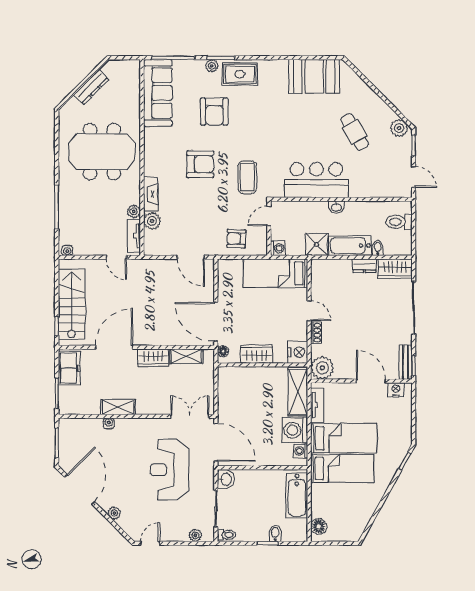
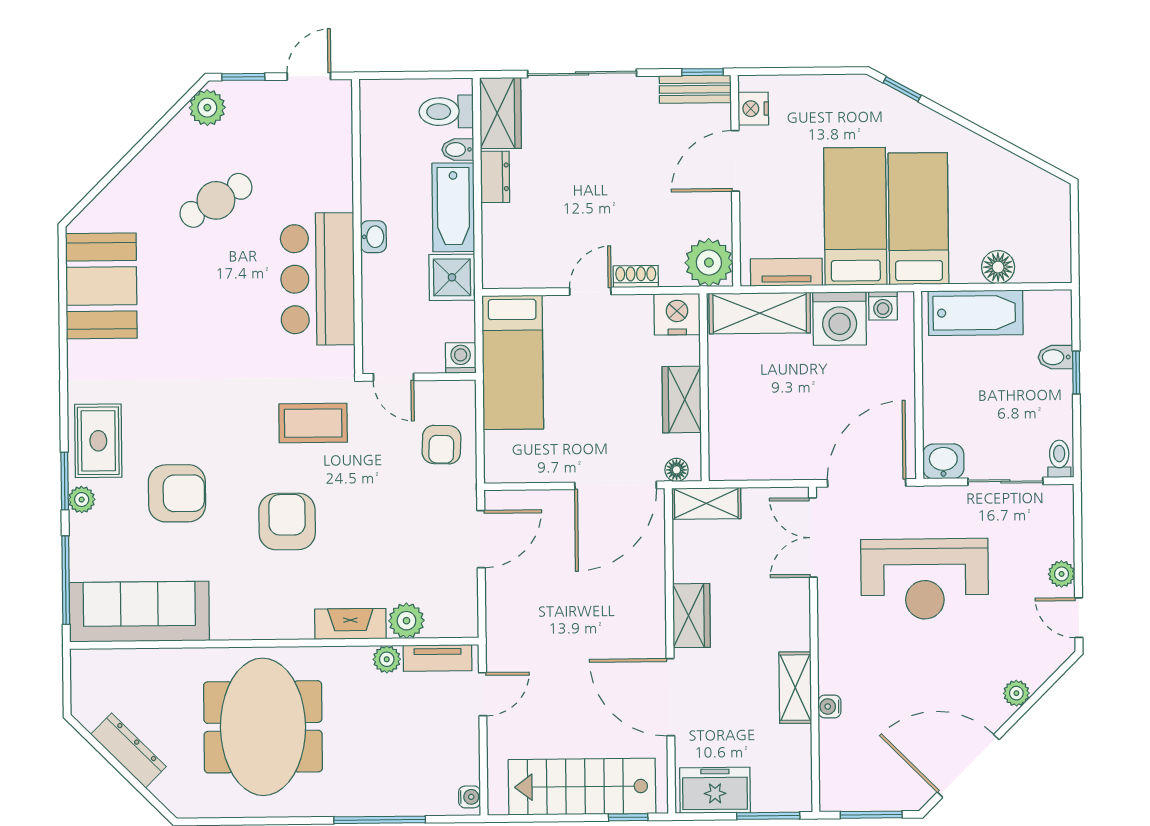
toilet: (399, 222) -> (446, 112), moved, turned 90
shelving: (186, 356) -> (706, 503), moved, turned 90
floor lamp: (319, 526) -> (998, 267), moved
plant: (195, 535) -> (1062, 574), moved

